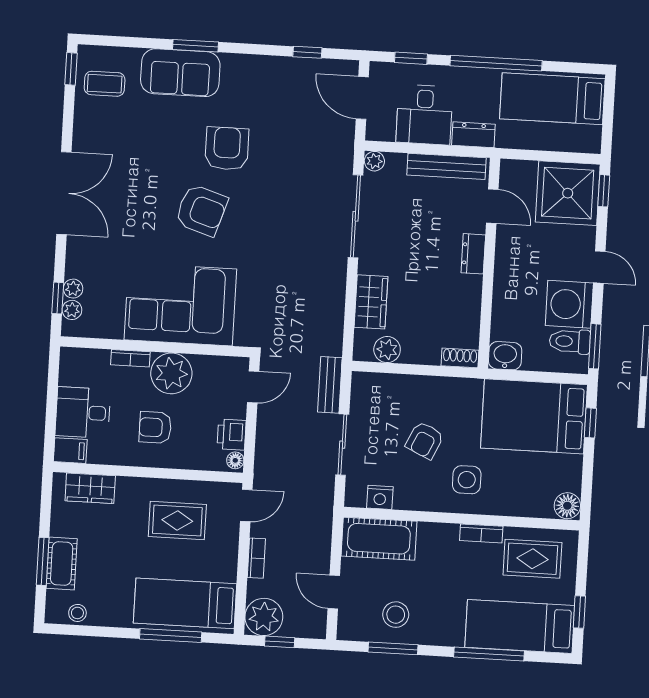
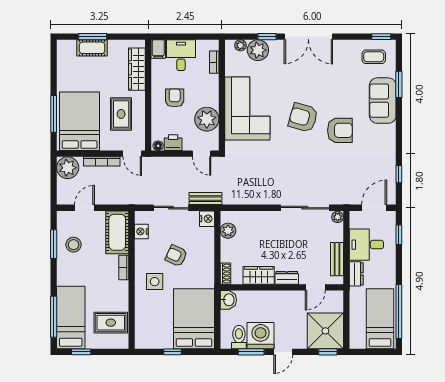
window: (196, 46) -> (399, 84), moved
window: (496, 63) -> (399, 311), moved
coffee table: (105, 84) -> (374, 57), turned 90
bench: (446, 166) -> (337, 259), width x0.73
armchair: (201, 210) -> (303, 118), turned 88
plant: (73, 289) -> (258, 50), width x1.88, depth x1.88
window: (58, 298) -> (267, 37), moved
wardrobe: (371, 302) -> (259, 275), moved, turned 180
window: (595, 346) -> (251, 352), moved
bookcase: (130, 358) -> (214, 62), moved
plant: (171, 373) -> (207, 119), moved
nightstand: (365, 384) -> (207, 219), added
window: (590, 423) -> (172, 352), moved
wardrobe: (90, 488) -> (137, 69), width x1.50
floor lamp: (567, 506) -> (143, 341), removed
bookcase: (481, 533) -> (124, 267), moved
bookcase: (256, 558) -> (102, 161), width x1.56
rug: (532, 559) -> (111, 323), turned 90
bed: (185, 603) -> (80, 121), width x1.50
stool: (77, 613) -> (64, 59), removed
window: (280, 642) -> (54, 178), removed
window: (489, 654) -> (54, 317), moved

